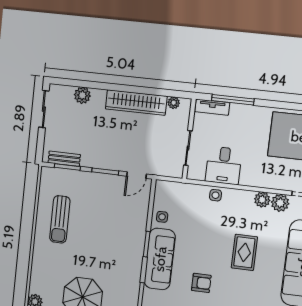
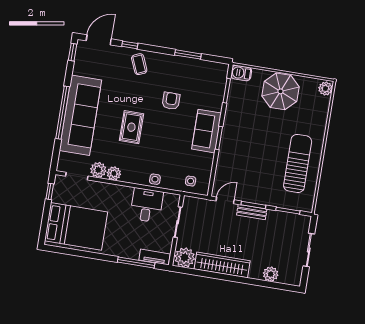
plant: (174, 103) -> (185, 257), width x1.88, depth x1.88
sliding door: (44, 109) -> (309, 250), moved
bench: (64, 159) -> (252, 212), moved
side table: (162, 217) -> (191, 181), moved
sun lounger: (60, 219) -> (298, 163), width x1.36, depth x1.34
sofa: (160, 259) -> (207, 131), width x0.73
armchair: (201, 283) -> (171, 101), turned 90

